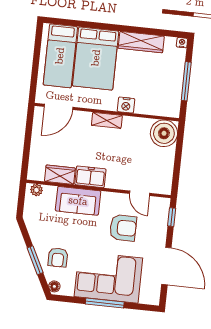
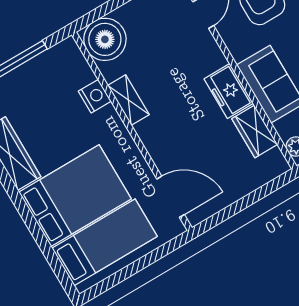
nightstand: (126, 105) -> (95, 96), moved
shelving: (107, 120) -> (128, 100), moved

